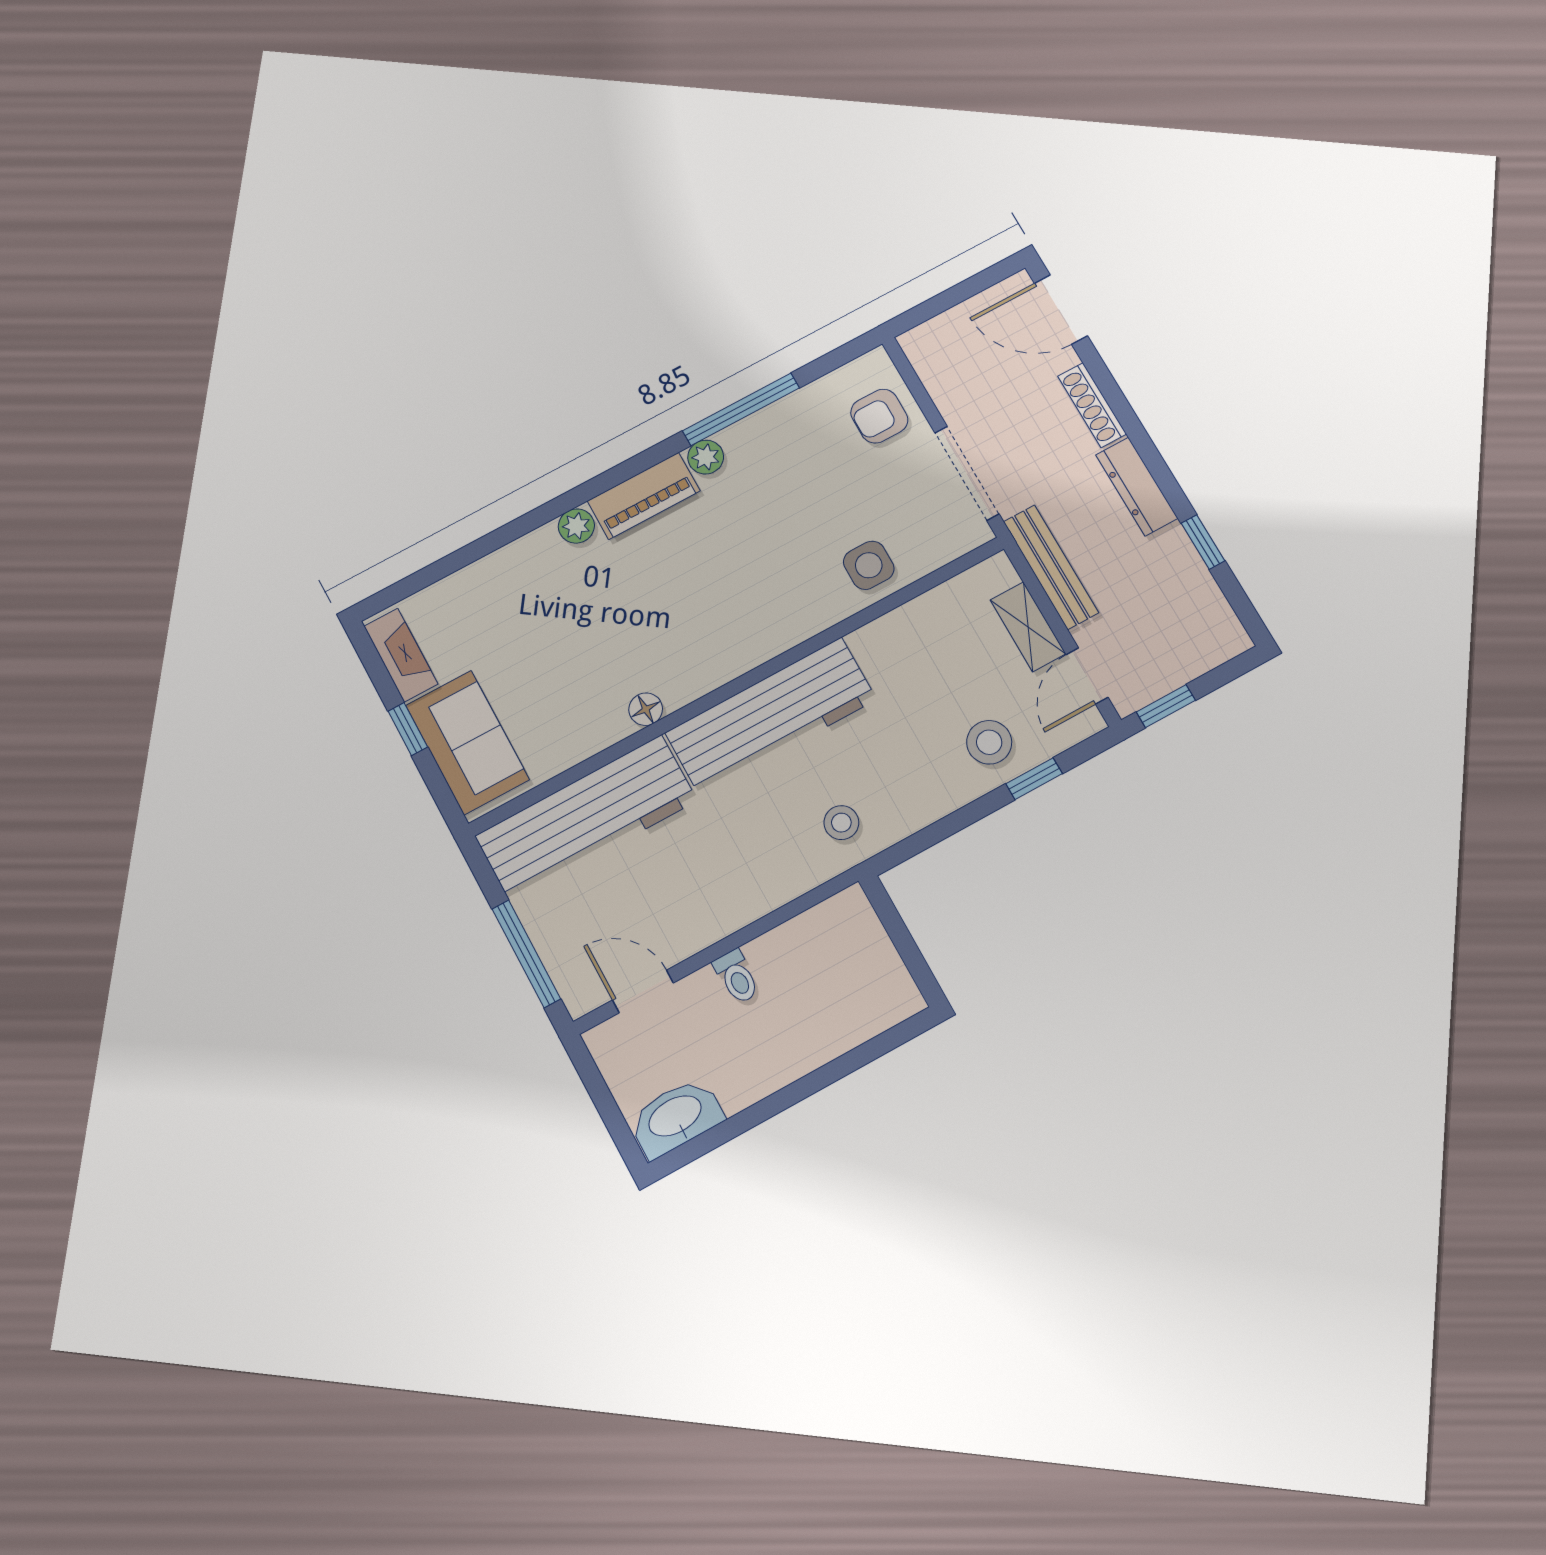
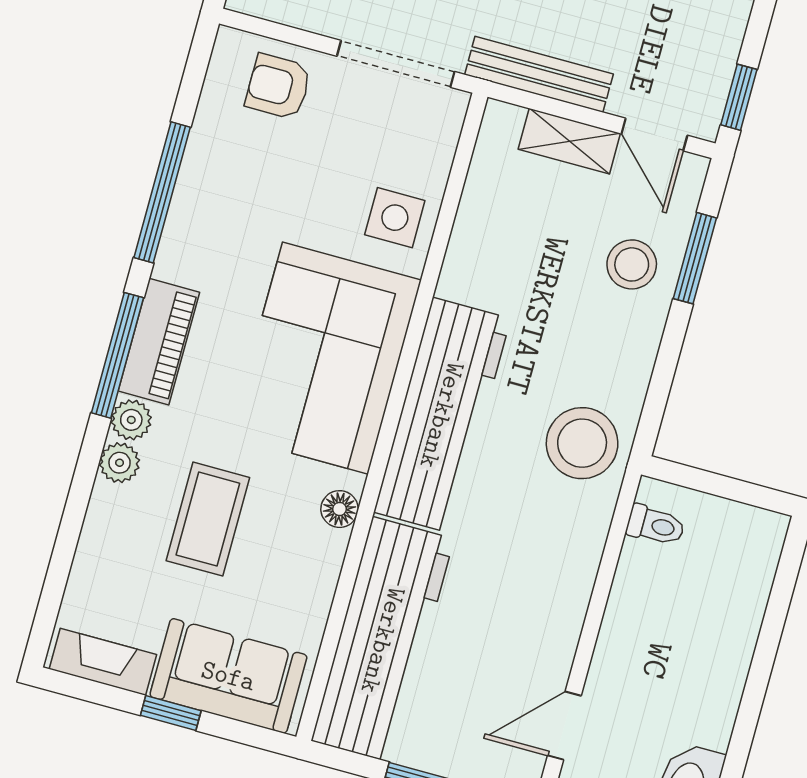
armchair: (879, 416) -> (278, 87), turned 90
plant: (706, 457) -> (120, 463), moved
window: (610, 479) -> (117, 355), added
corner sofa: (735, 608) -> (325, 358), added
coffee table: (558, 633) -> (208, 519), added
window: (1034, 779) -> (695, 258), width x1.50
stool: (841, 823) -> (582, 443), width x1.89, depth x1.89
toilet: (737, 977) -> (656, 525), moved

